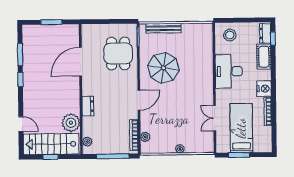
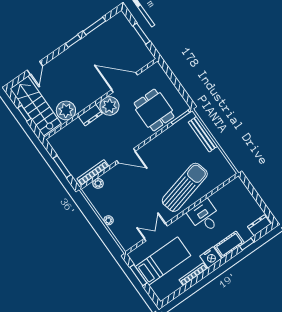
stool: (230, 35) -> (237, 196), removed
window: (273, 39) -> (247, 244), moved
dining table: (118, 53) -> (154, 110), turned 90
cot: (264, 57) -> (229, 244), moved
parasol: (163, 68) -> (169, 158), removed
sun lounger: (195, 71) -> (185, 187), added
desk: (229, 71) -> (205, 216), width x0.73
plant: (87, 142) -> (109, 106), moved, width x1.87, depth x1.87
window: (113, 156) -> (62, 167), width x0.69

